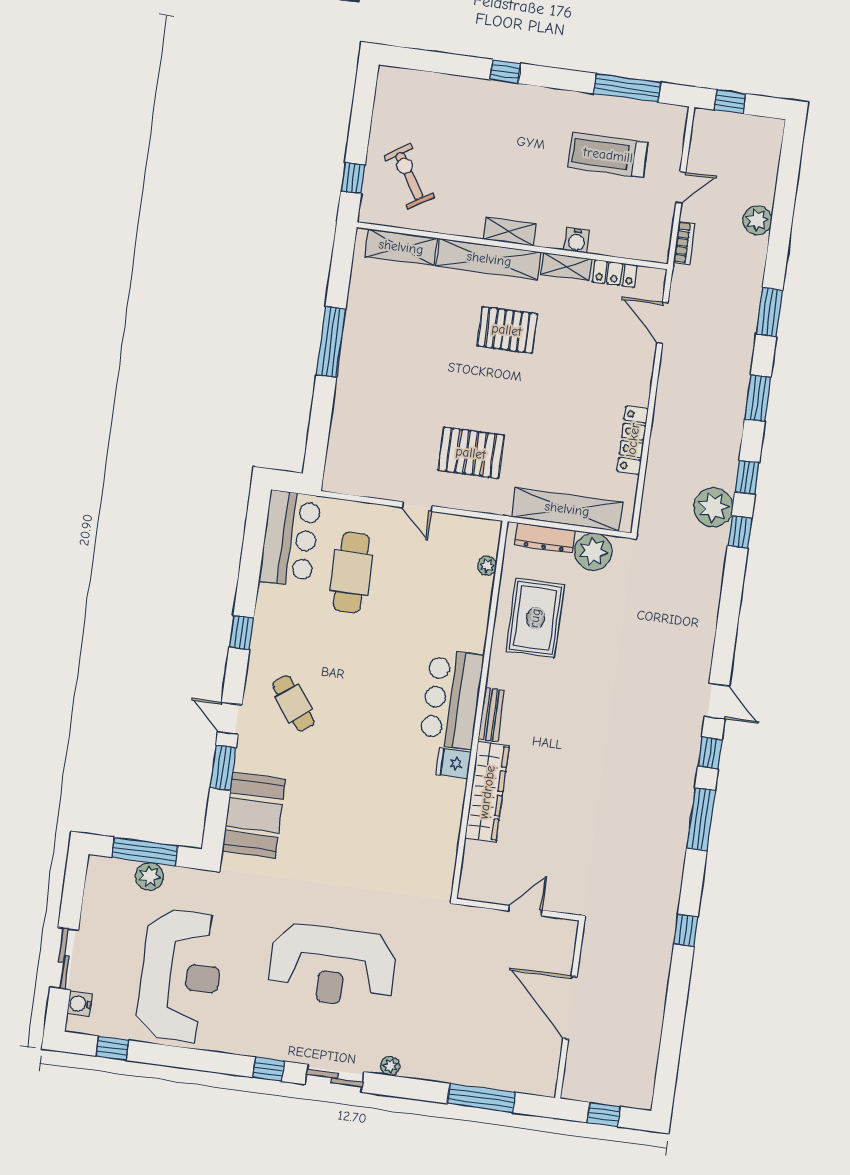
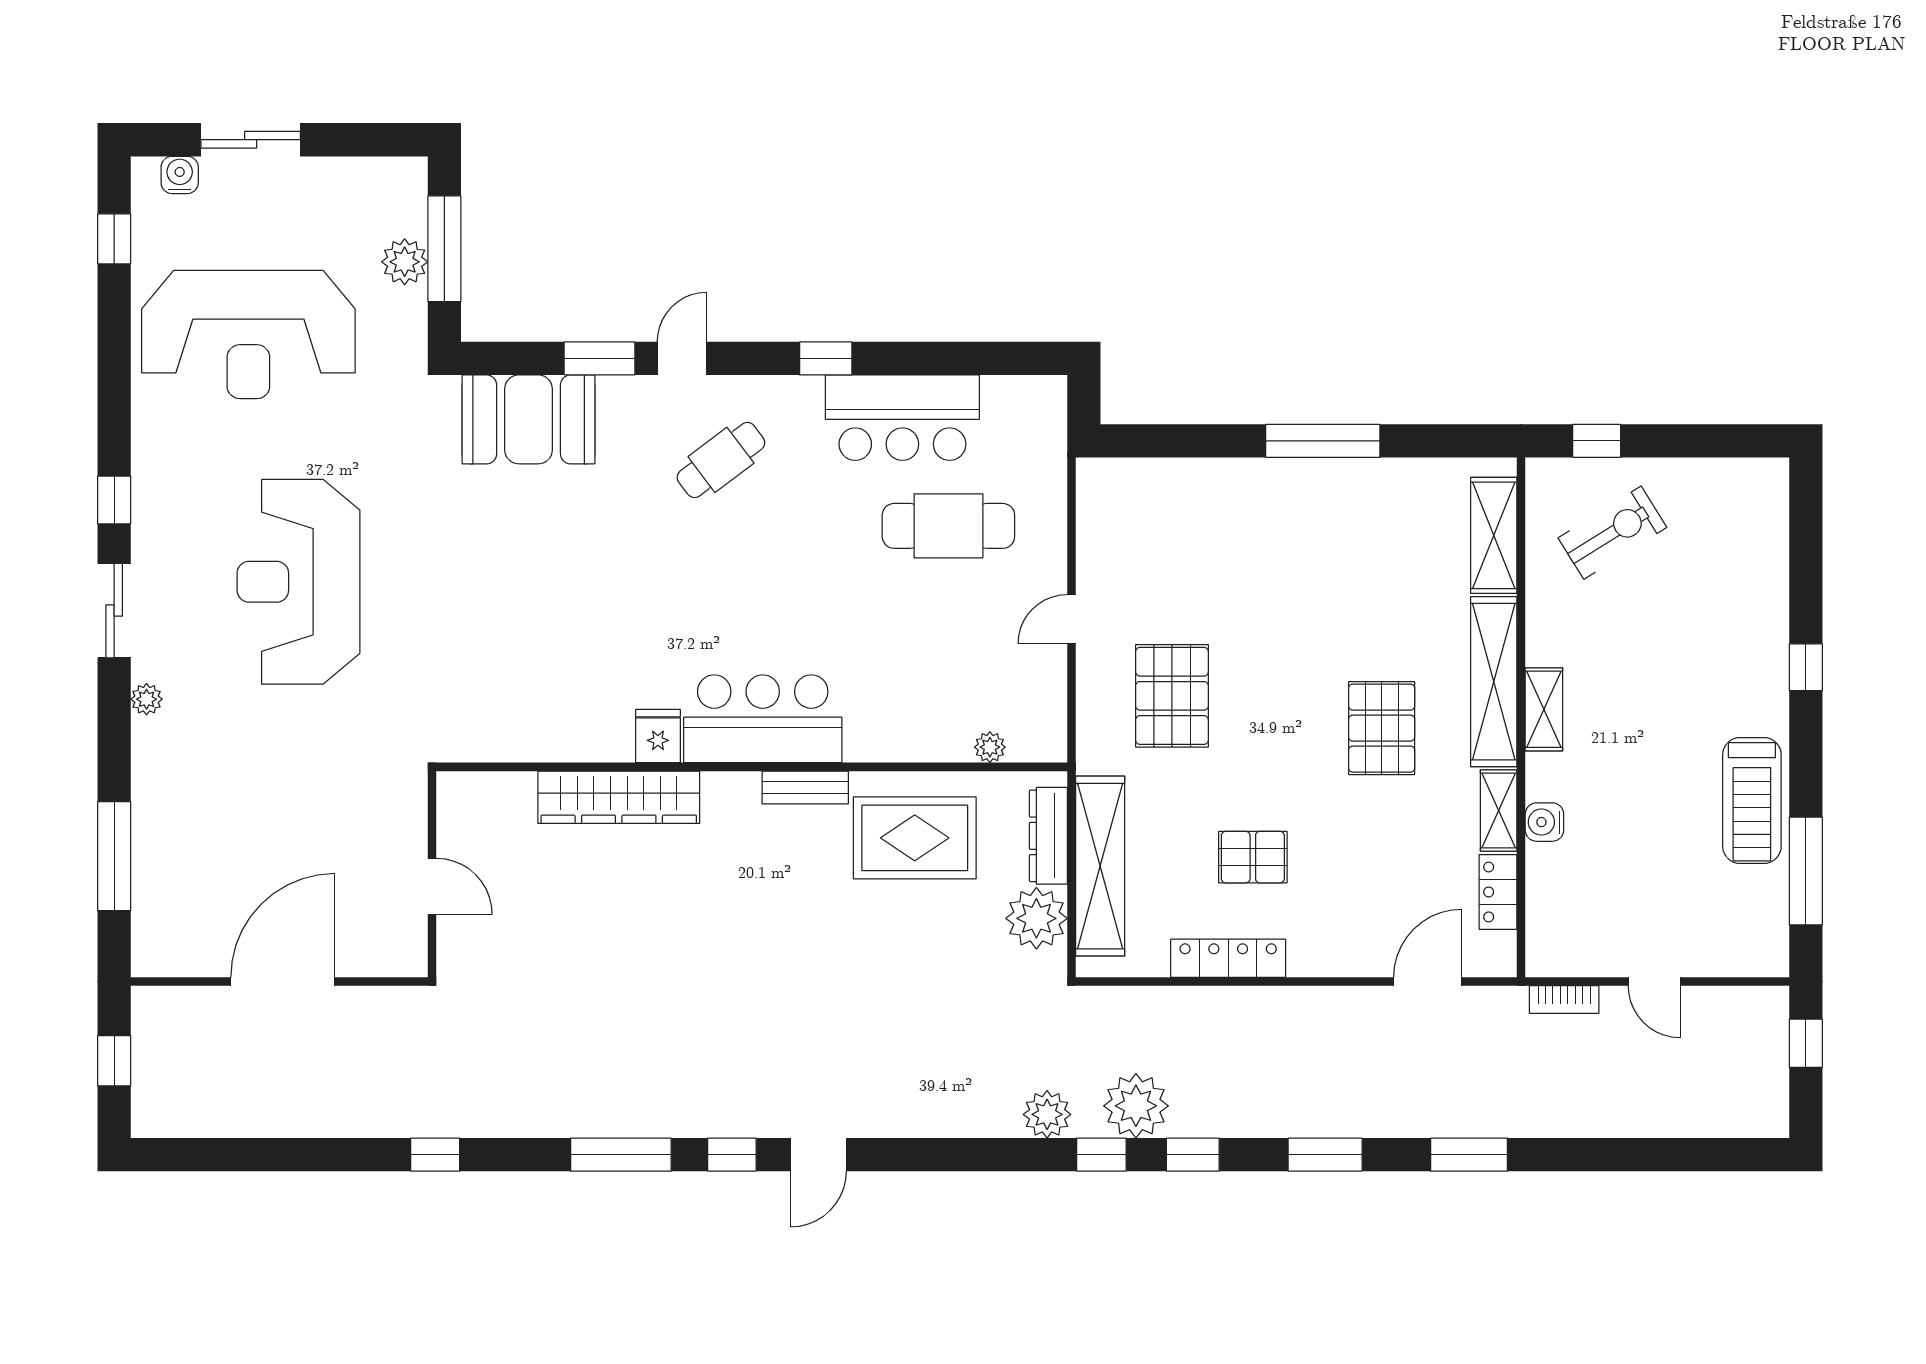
treadmill: (608, 155) -> (1752, 801), moved, turned 180
plant: (757, 220) -> (1047, 1114), moved
pallet: (574, 417) -> (1253, 857), added
bar counter: (290, 539) -> (902, 418), moved
bench: (491, 715) -> (805, 787), moved

